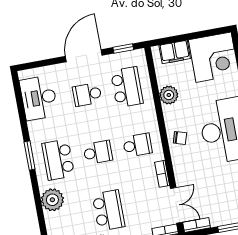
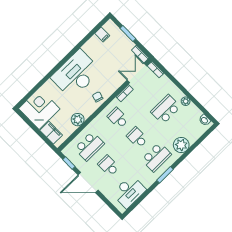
school desk: (127, 87) -> (89, 146), turned 180
school desk: (87, 94) -> (109, 166), turned 180

